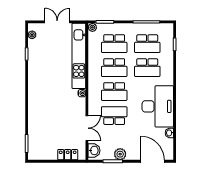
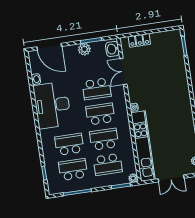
school desk: (114, 44) -> (108, 164), turned 180

